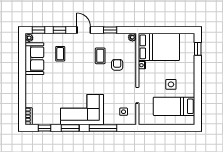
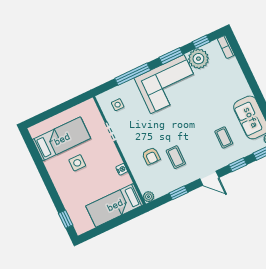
bed: (159, 47) -> (115, 205), width x0.67
plant: (52, 117) -> (198, 59), added

